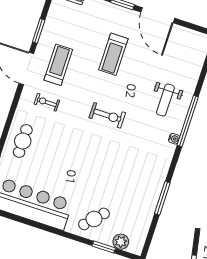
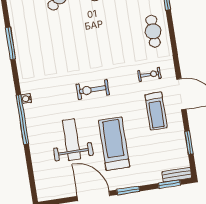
window: (39, 31) -> (189, 143), moved
treadmill: (113, 54) -> (114, 144), width x1.37, depth x1.38
weight bench: (165, 100) -> (71, 140), moved, width x1.36, depth x1.33

